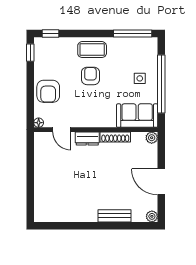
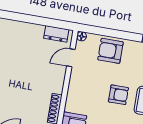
dresser: (87, 138) -> (56, 34), moved, turned -90

